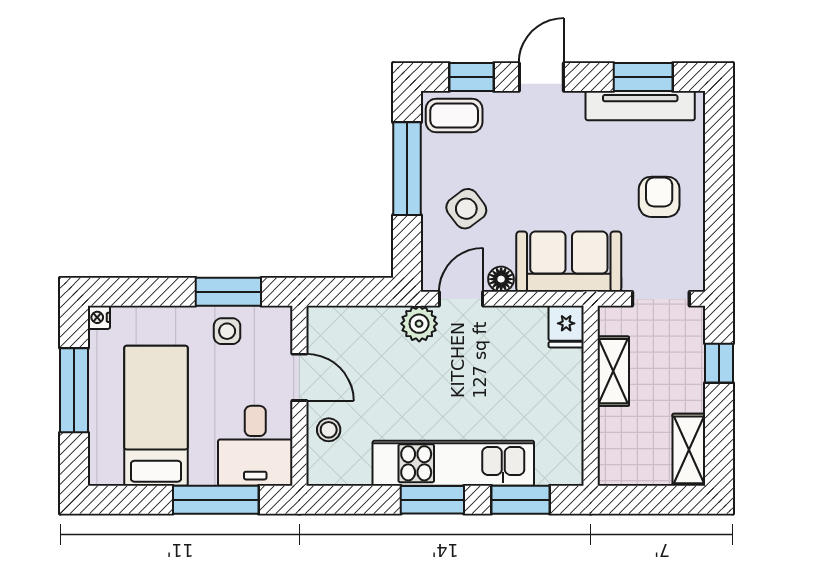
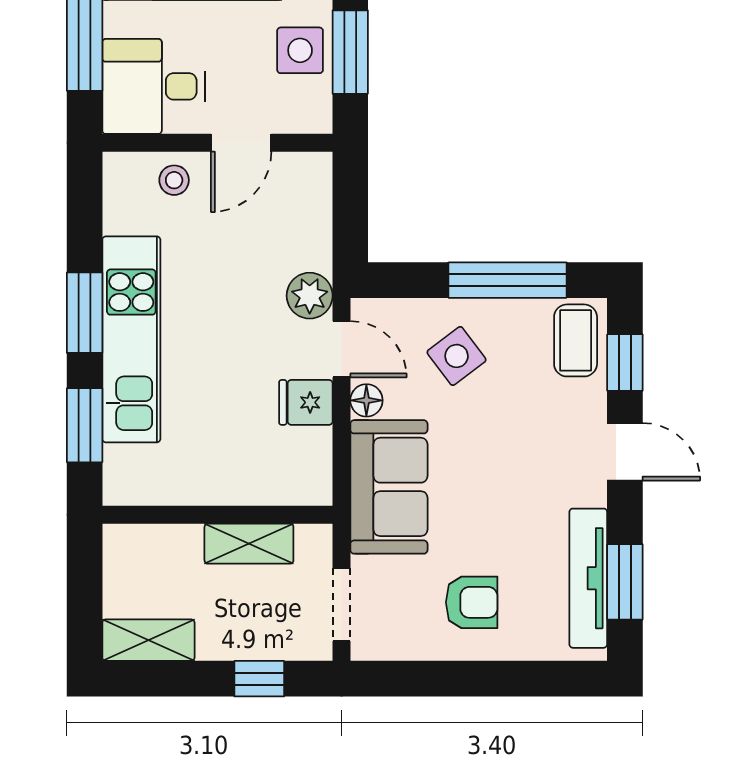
fridge: (566, 327) -> (306, 402), moved
side table: (227, 331) -> (300, 50), width x1.37, depth x1.37

